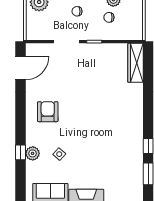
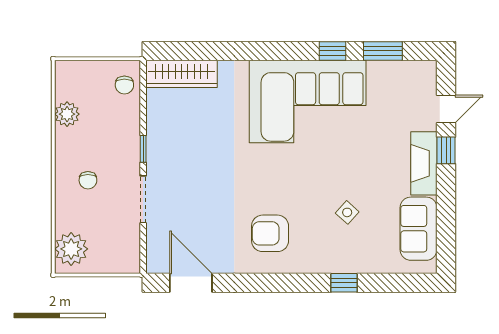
chair: (109, 17) -> (124, 85), moved
corner sofa: (120, 132) -> (308, 102), added
plant: (33, 153) -> (346, 261), removed

